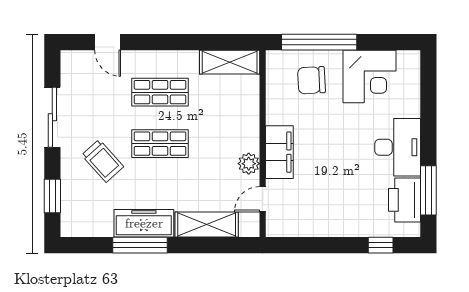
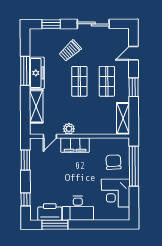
window: (171, 42) -> (134, 87), added
door: (263, 199) -> (50, 136), swing flipped
window: (307, 245) -> (25, 160), added

